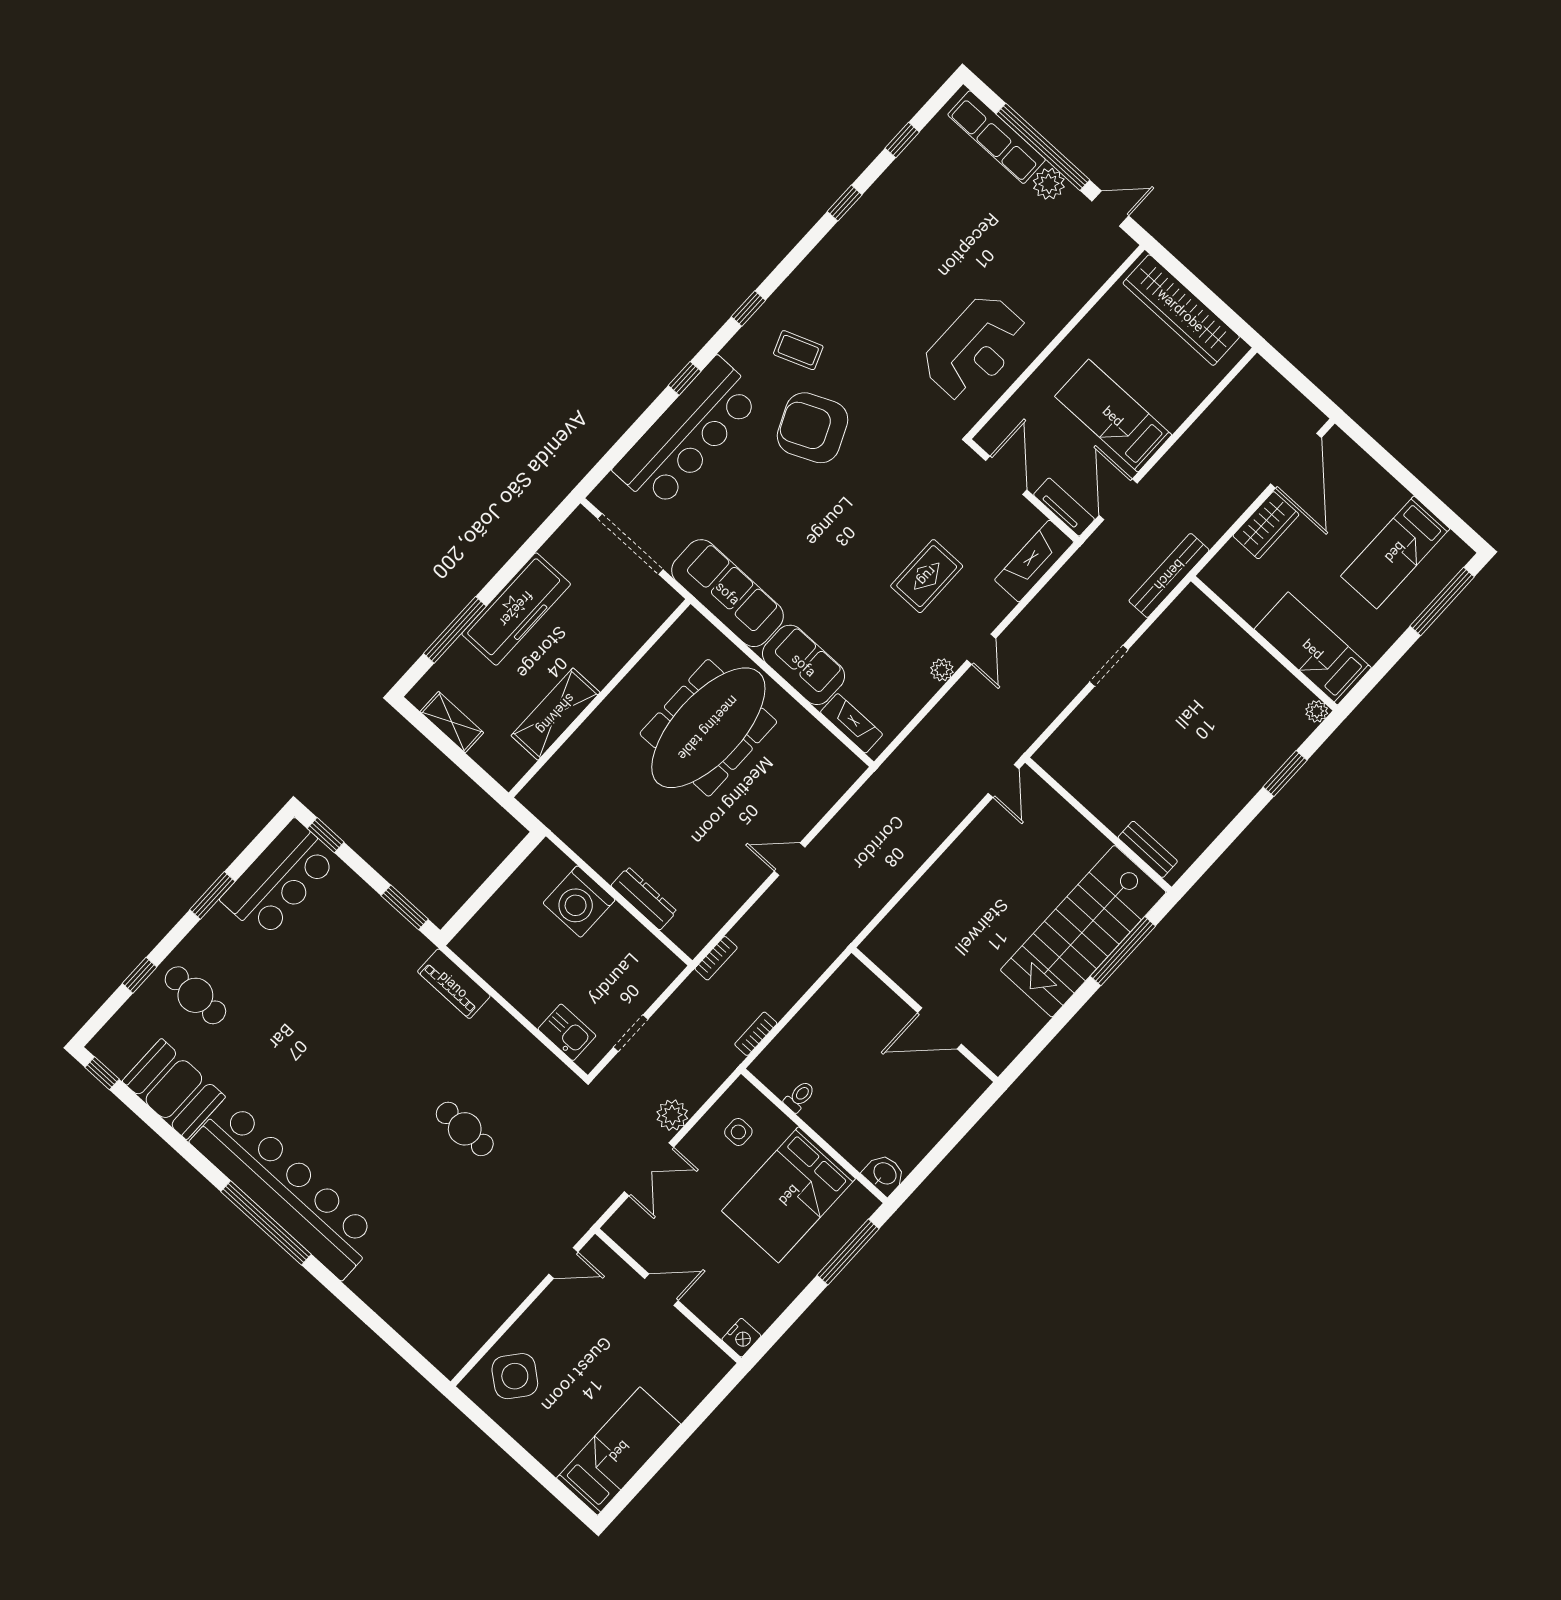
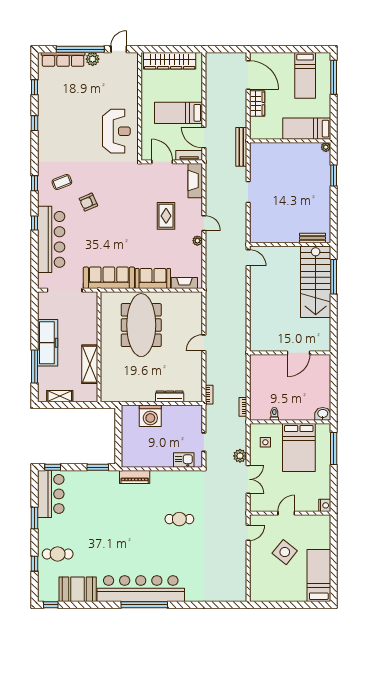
armchair: (813, 428) -> (88, 202), width x0.53, depth x0.53
side table: (515, 1376) -> (285, 552), moved

